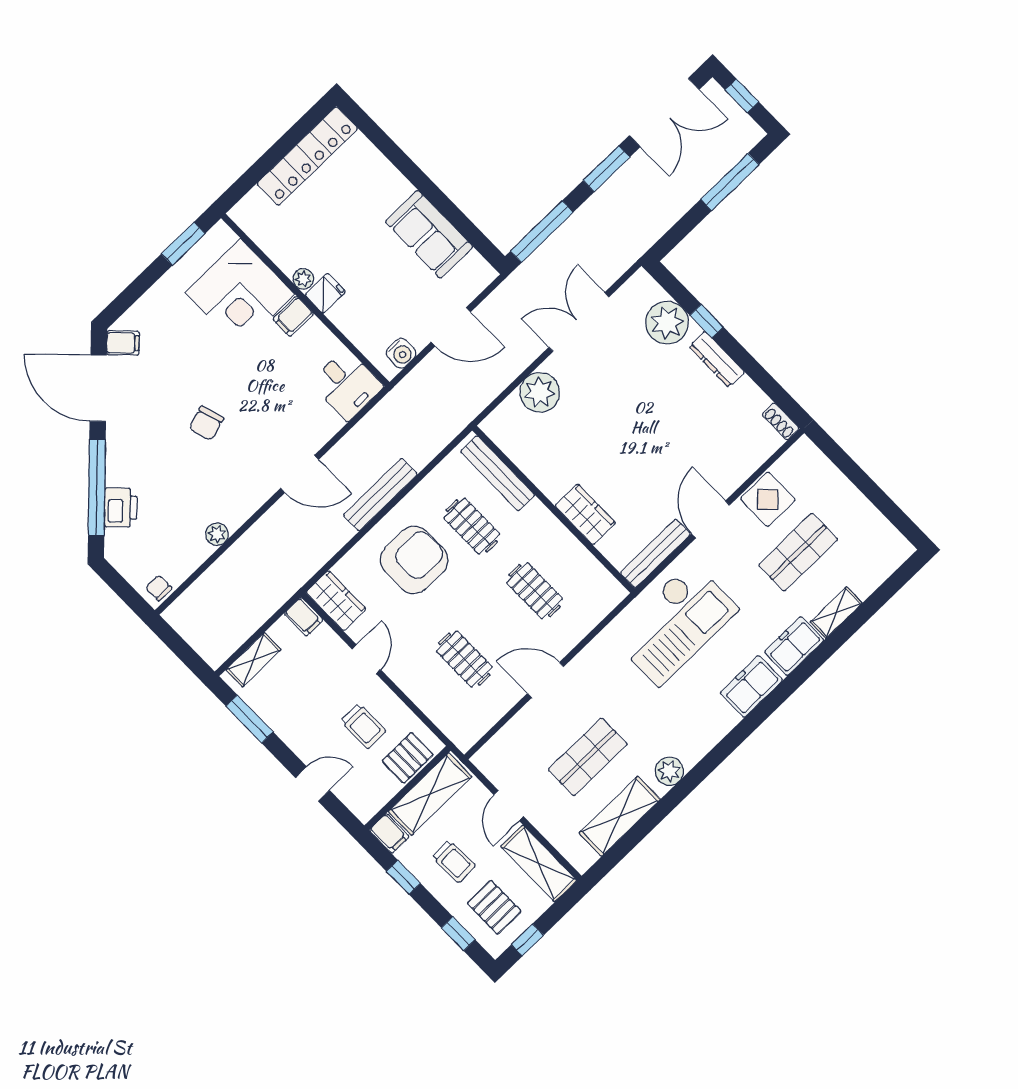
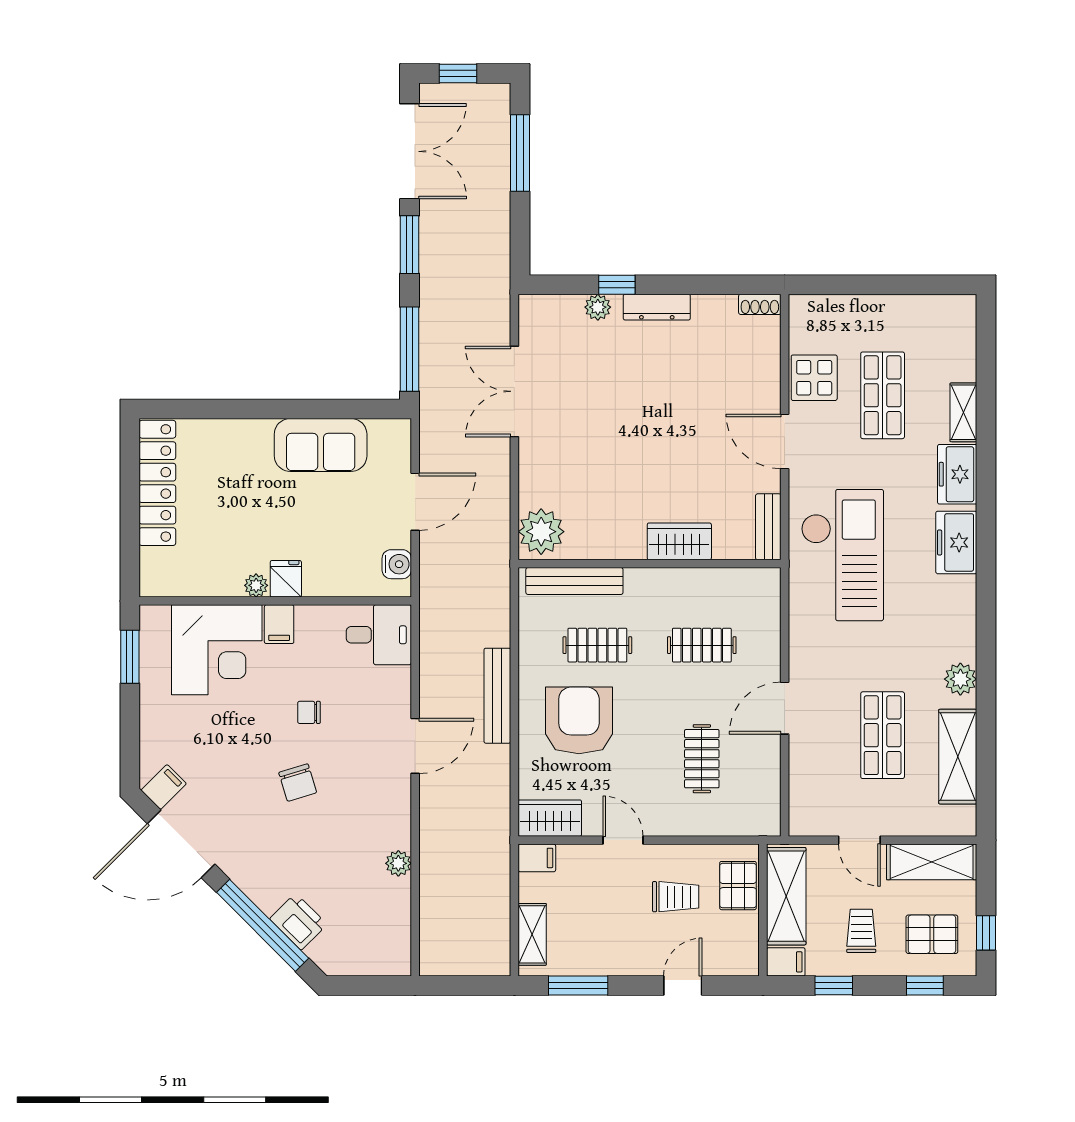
plant: (667, 323) -> (598, 307), width x0.53, depth x0.53
plant: (540, 392) -> (541, 532), moved
bench: (655, 553) -> (768, 527), width x0.73
chair: (159, 588) -> (309, 712), moved
clothes rail: (464, 659) -> (702, 759), turned 90
trolley: (454, 861) -> (861, 931), turned -88

